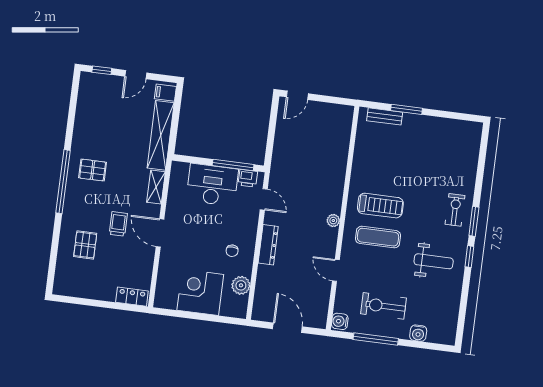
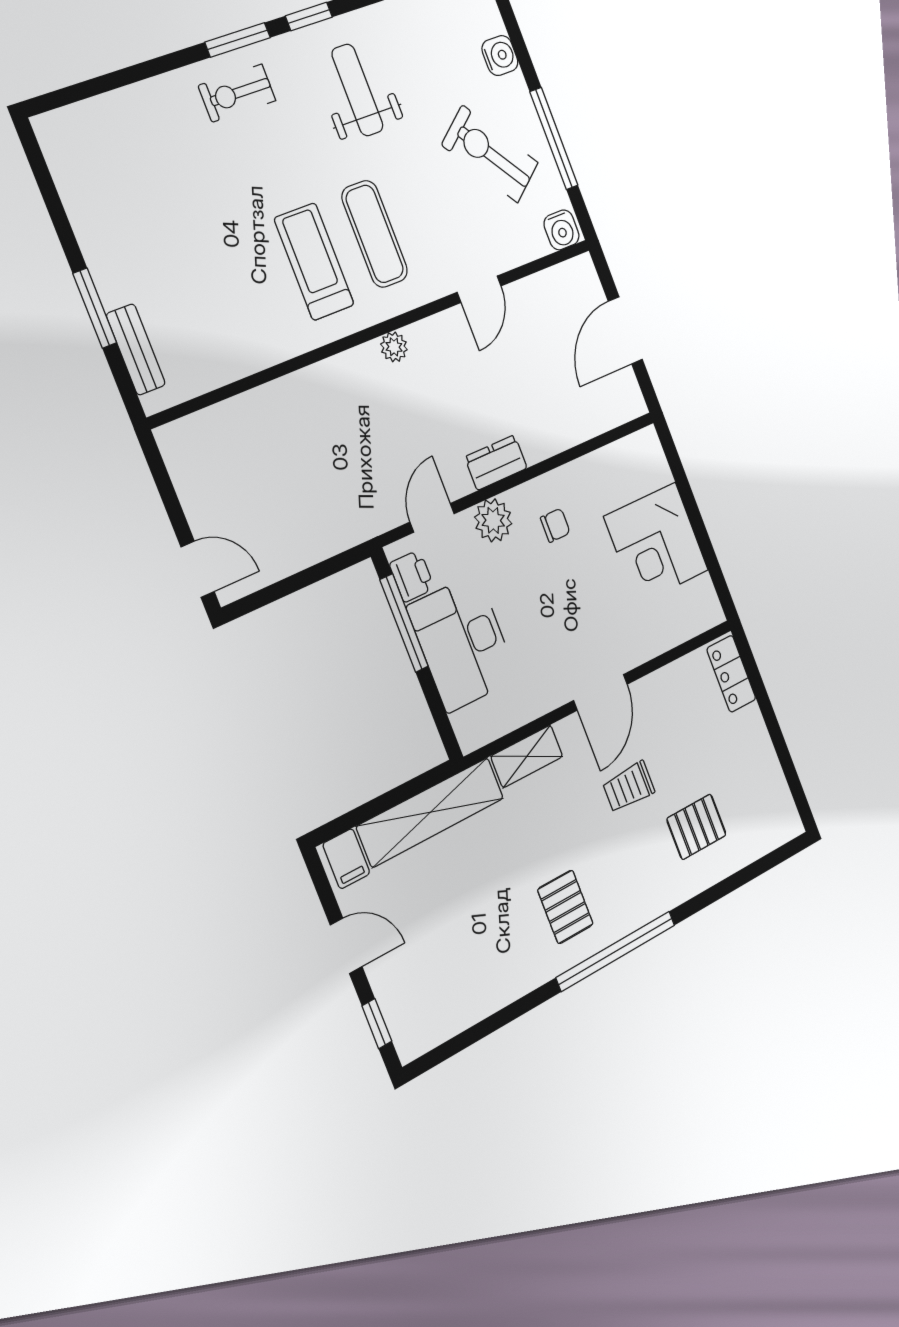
dresser: (268, 245) -> (496, 463), width x0.70
plant: (241, 285) -> (493, 520), moved
exercise bike: (383, 306) -> (490, 154), turned 143

